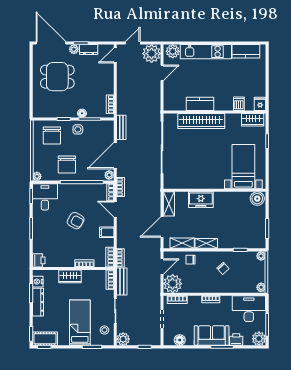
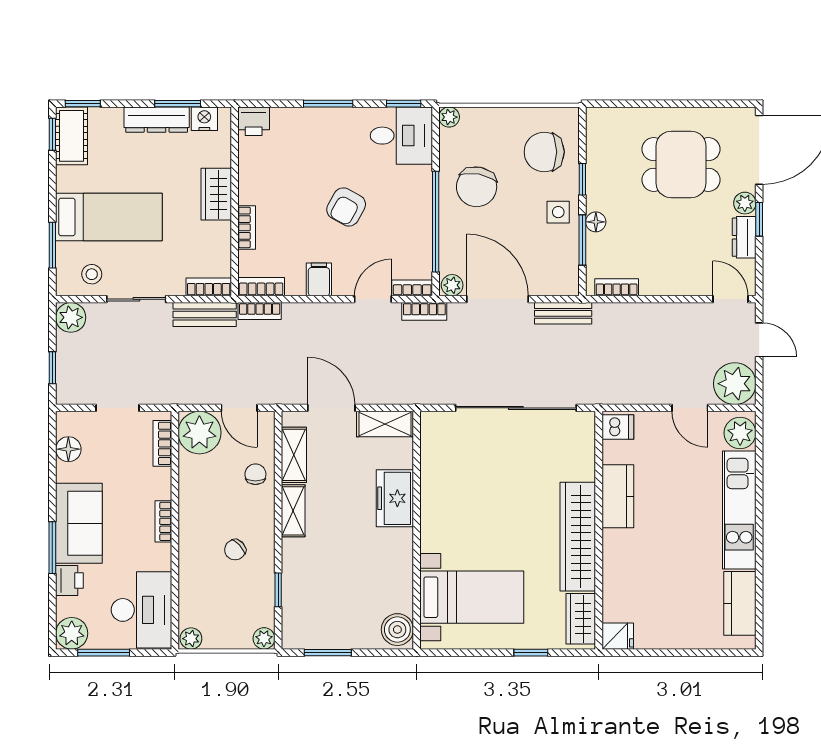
dining table: (57, 77) -> (681, 164), turned 90
dishwasher: (239, 104) -> (618, 427), moved
wardrobe: (201, 121) -> (578, 537), moved
chair: (67, 165) -> (477, 187), turned -79

